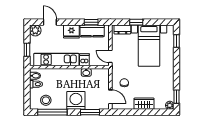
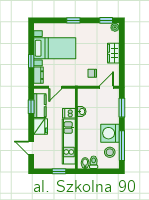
door: (50, 22) -> (31, 148), hinge flipped
plant: (35, 30) -> (39, 163), removed
window: (177, 41) -> (73, 20), moved
door: (110, 56) -> (55, 87), moved
washing machine: (76, 100) -> (110, 133), moved

